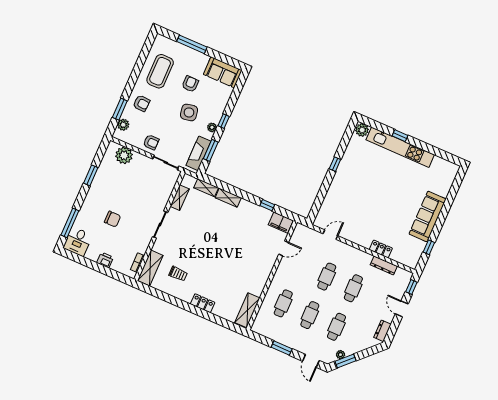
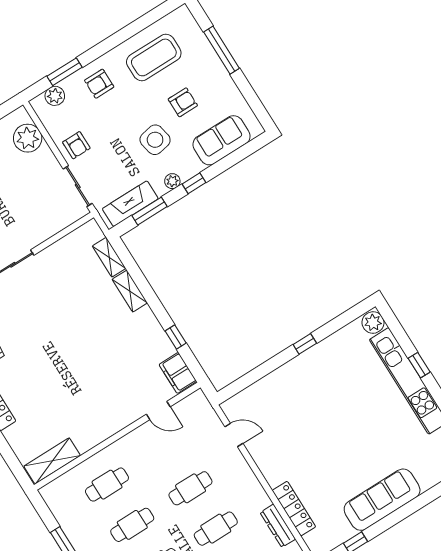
sofa: (223, 72) -> (222, 140), moved, turned 90
armchair: (141, 103) -> (99, 84), turned 87
shelving: (180, 198) -> (64, 246), removed
locker: (381, 249) -> (294, 509), width x1.53

